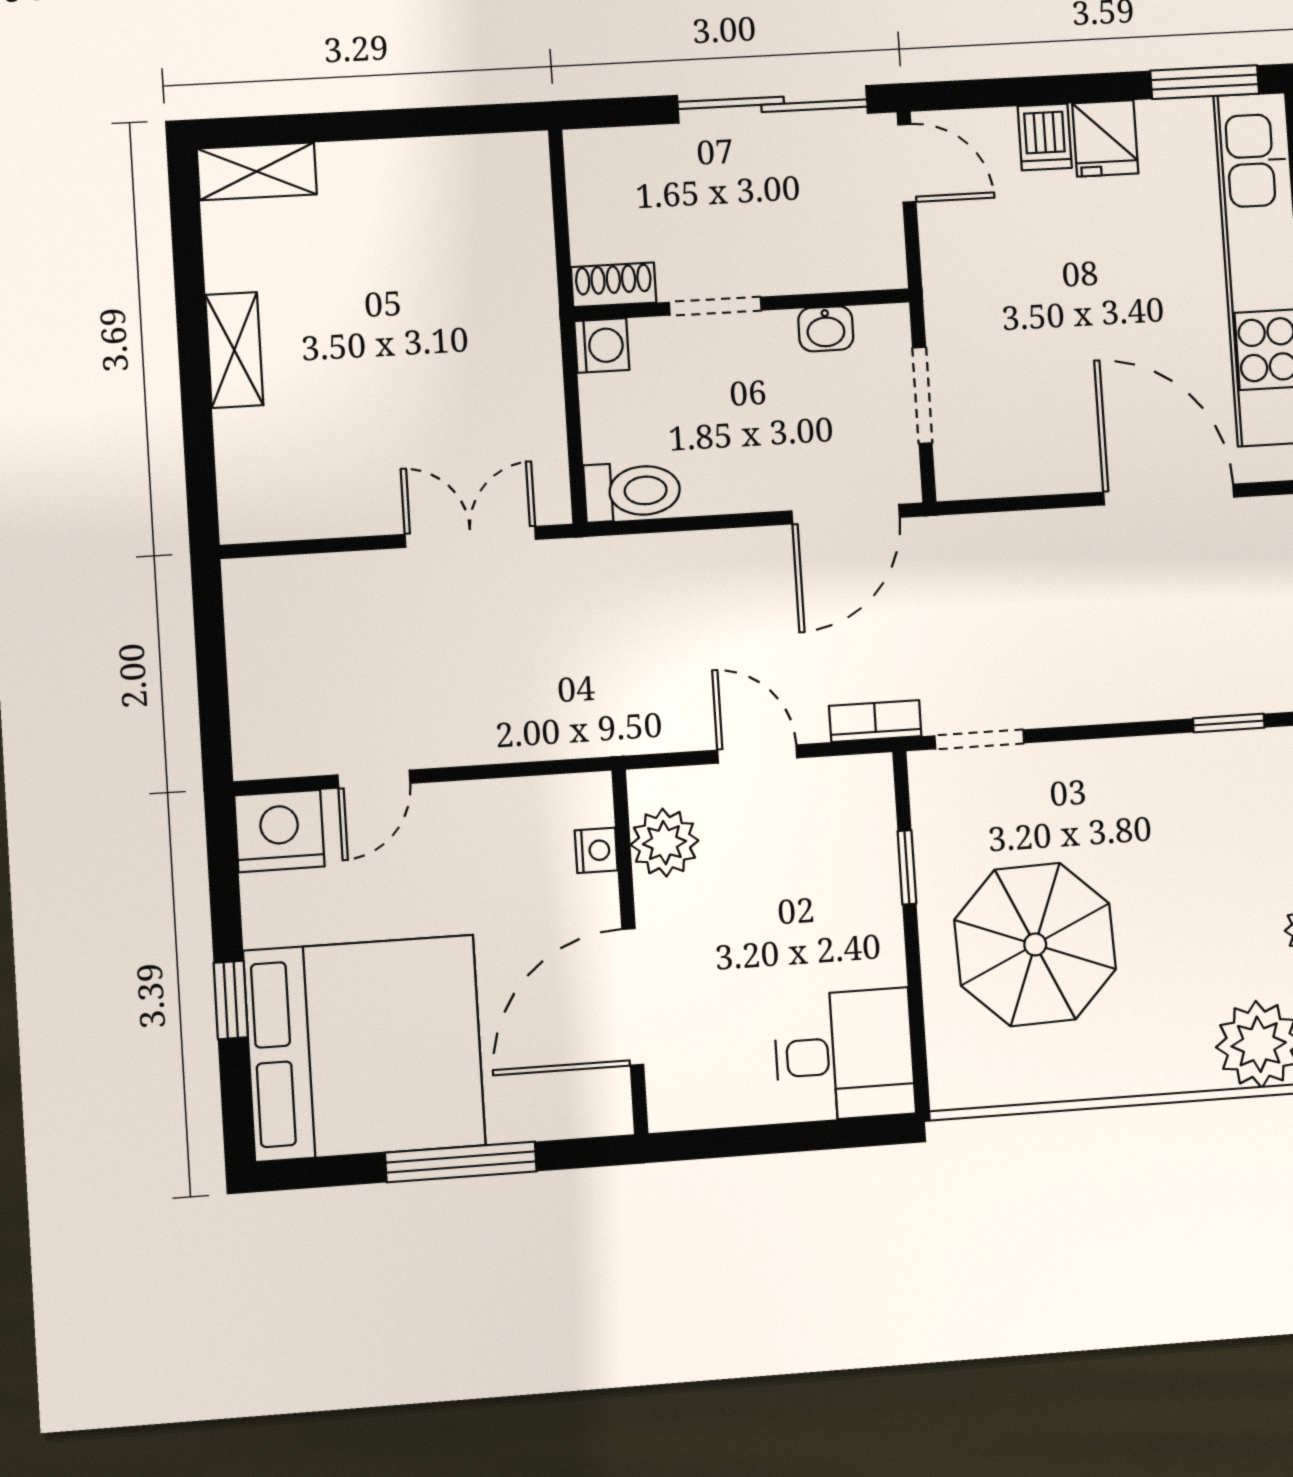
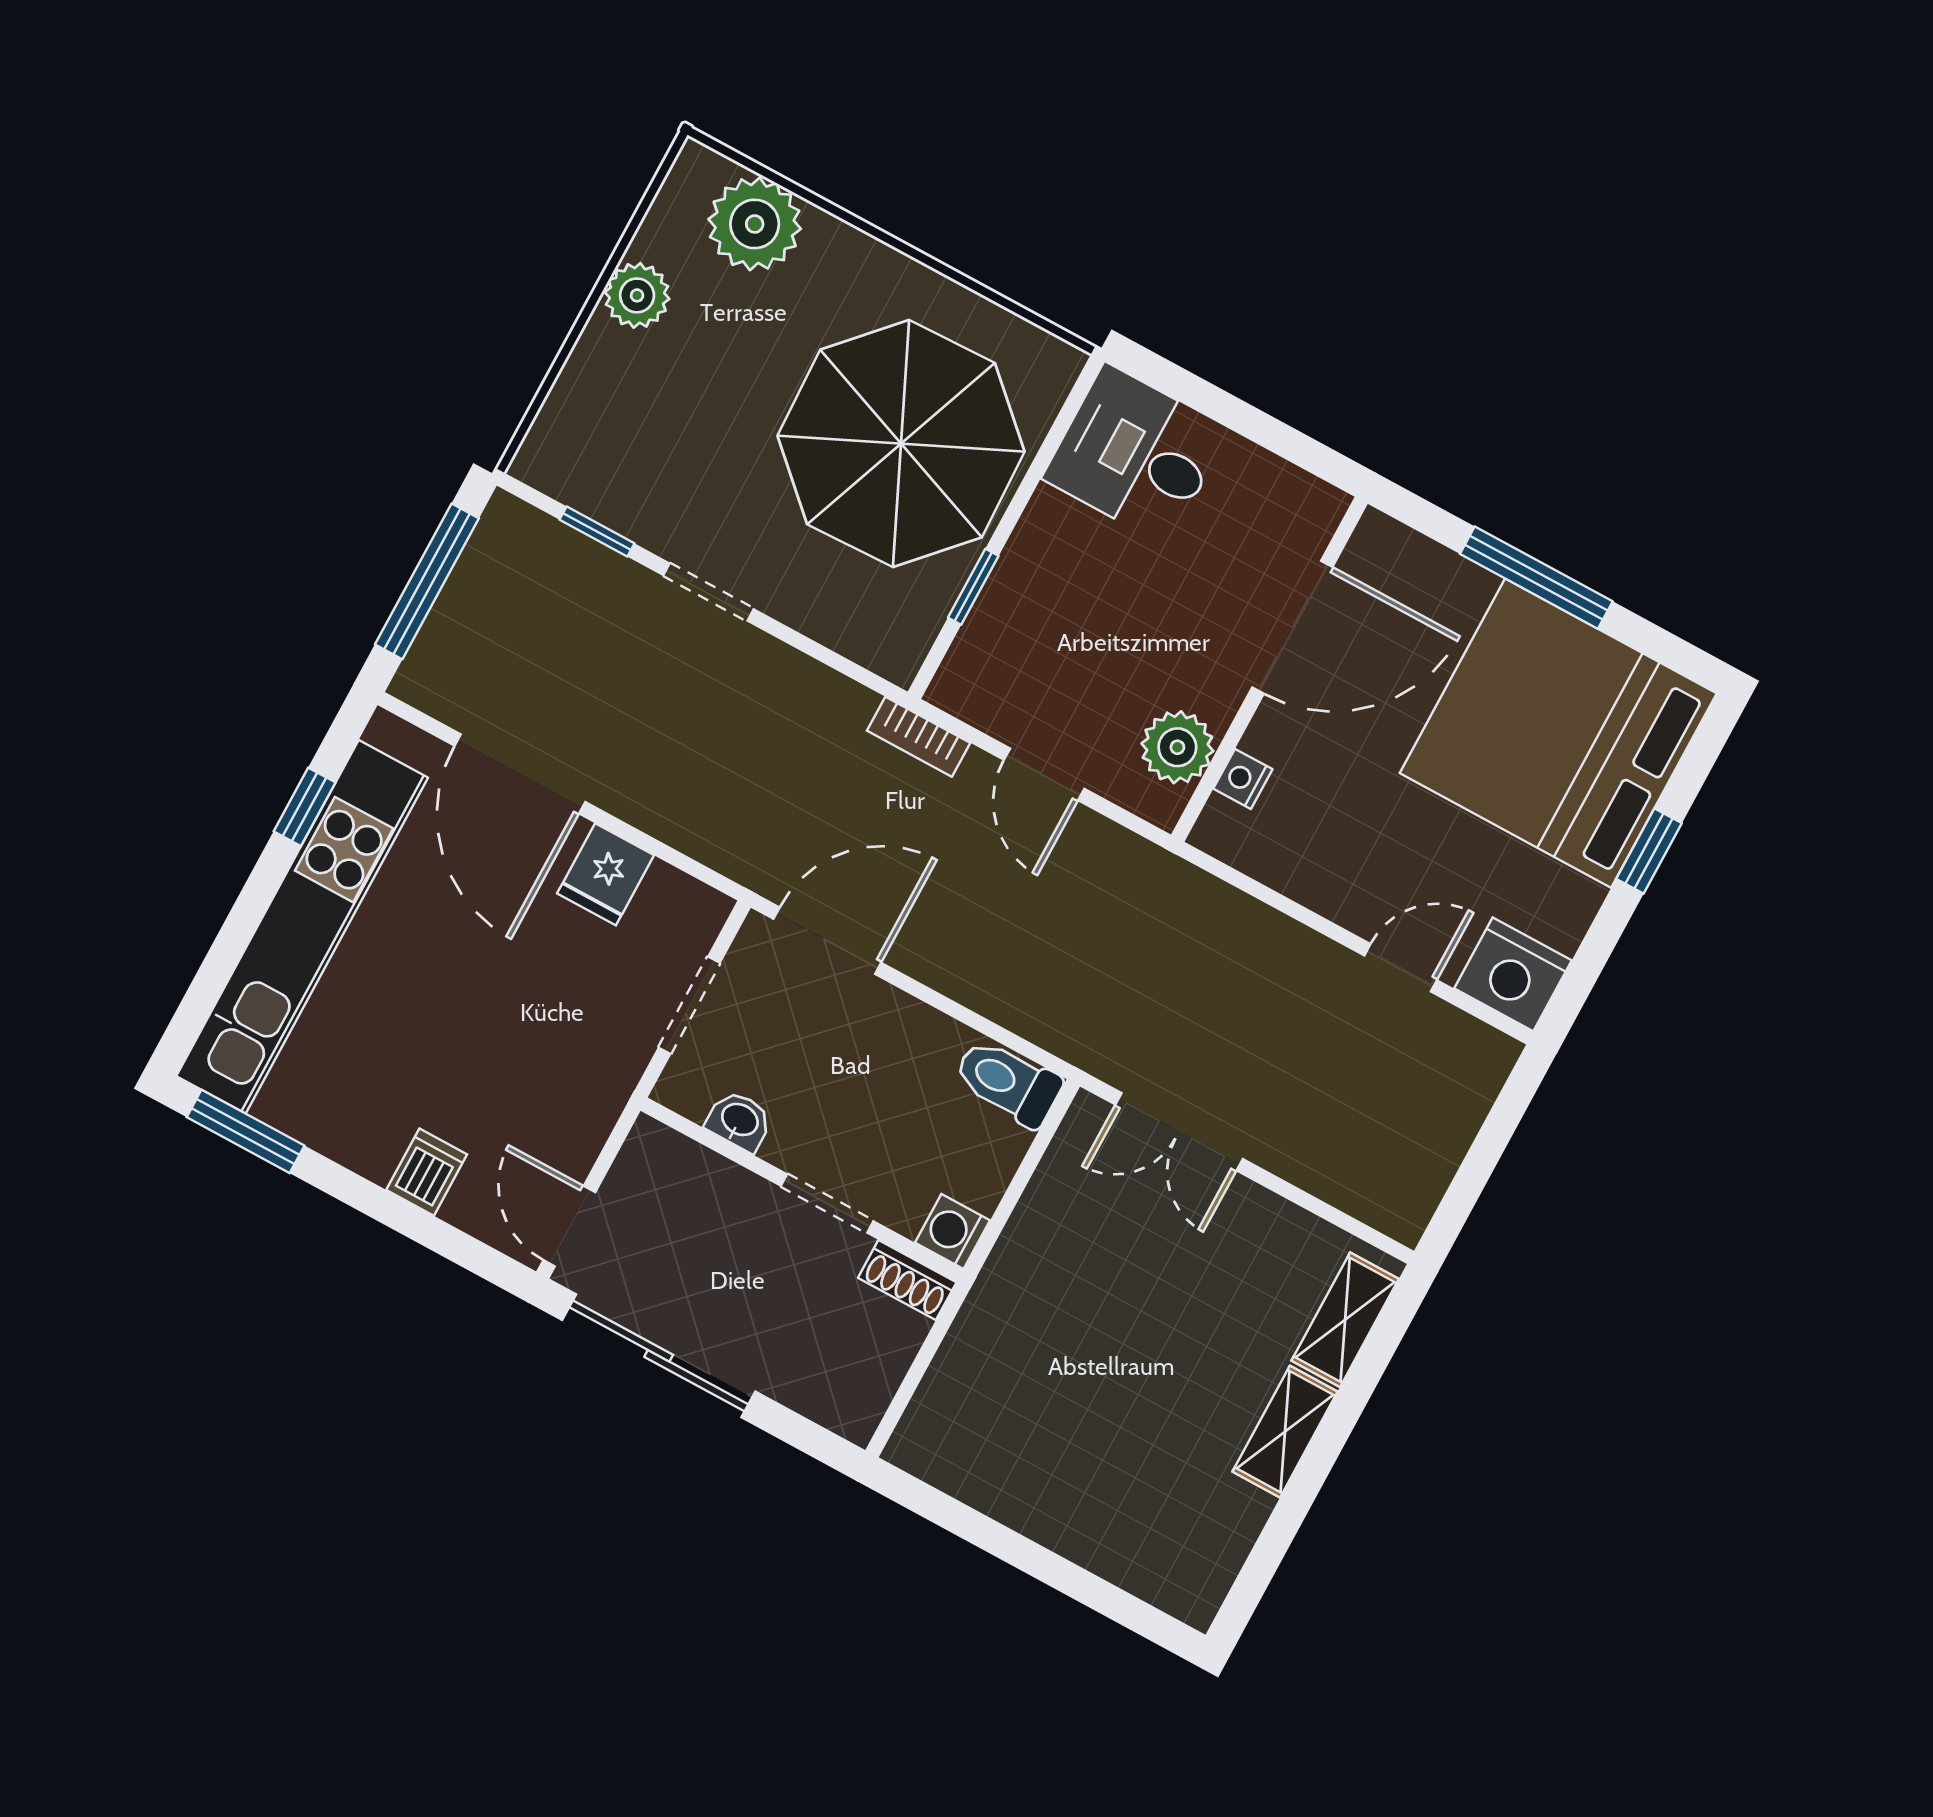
fridge: (1105, 138) -> (606, 874), moved, turned 180
shelving: (257, 171) -> (1345, 1320), moved, turned 90
doorway: (979, 739) -> (709, 592), moved
parasol: (1035, 944) -> (901, 444), width x1.36, depth x1.36

